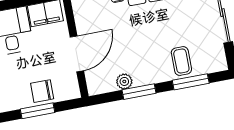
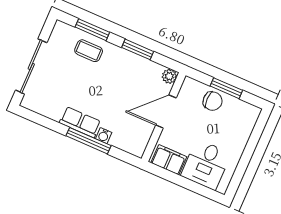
coffee table: (181, 61) -> (89, 51), turned 90
plant: (124, 81) -> (169, 76), moved

